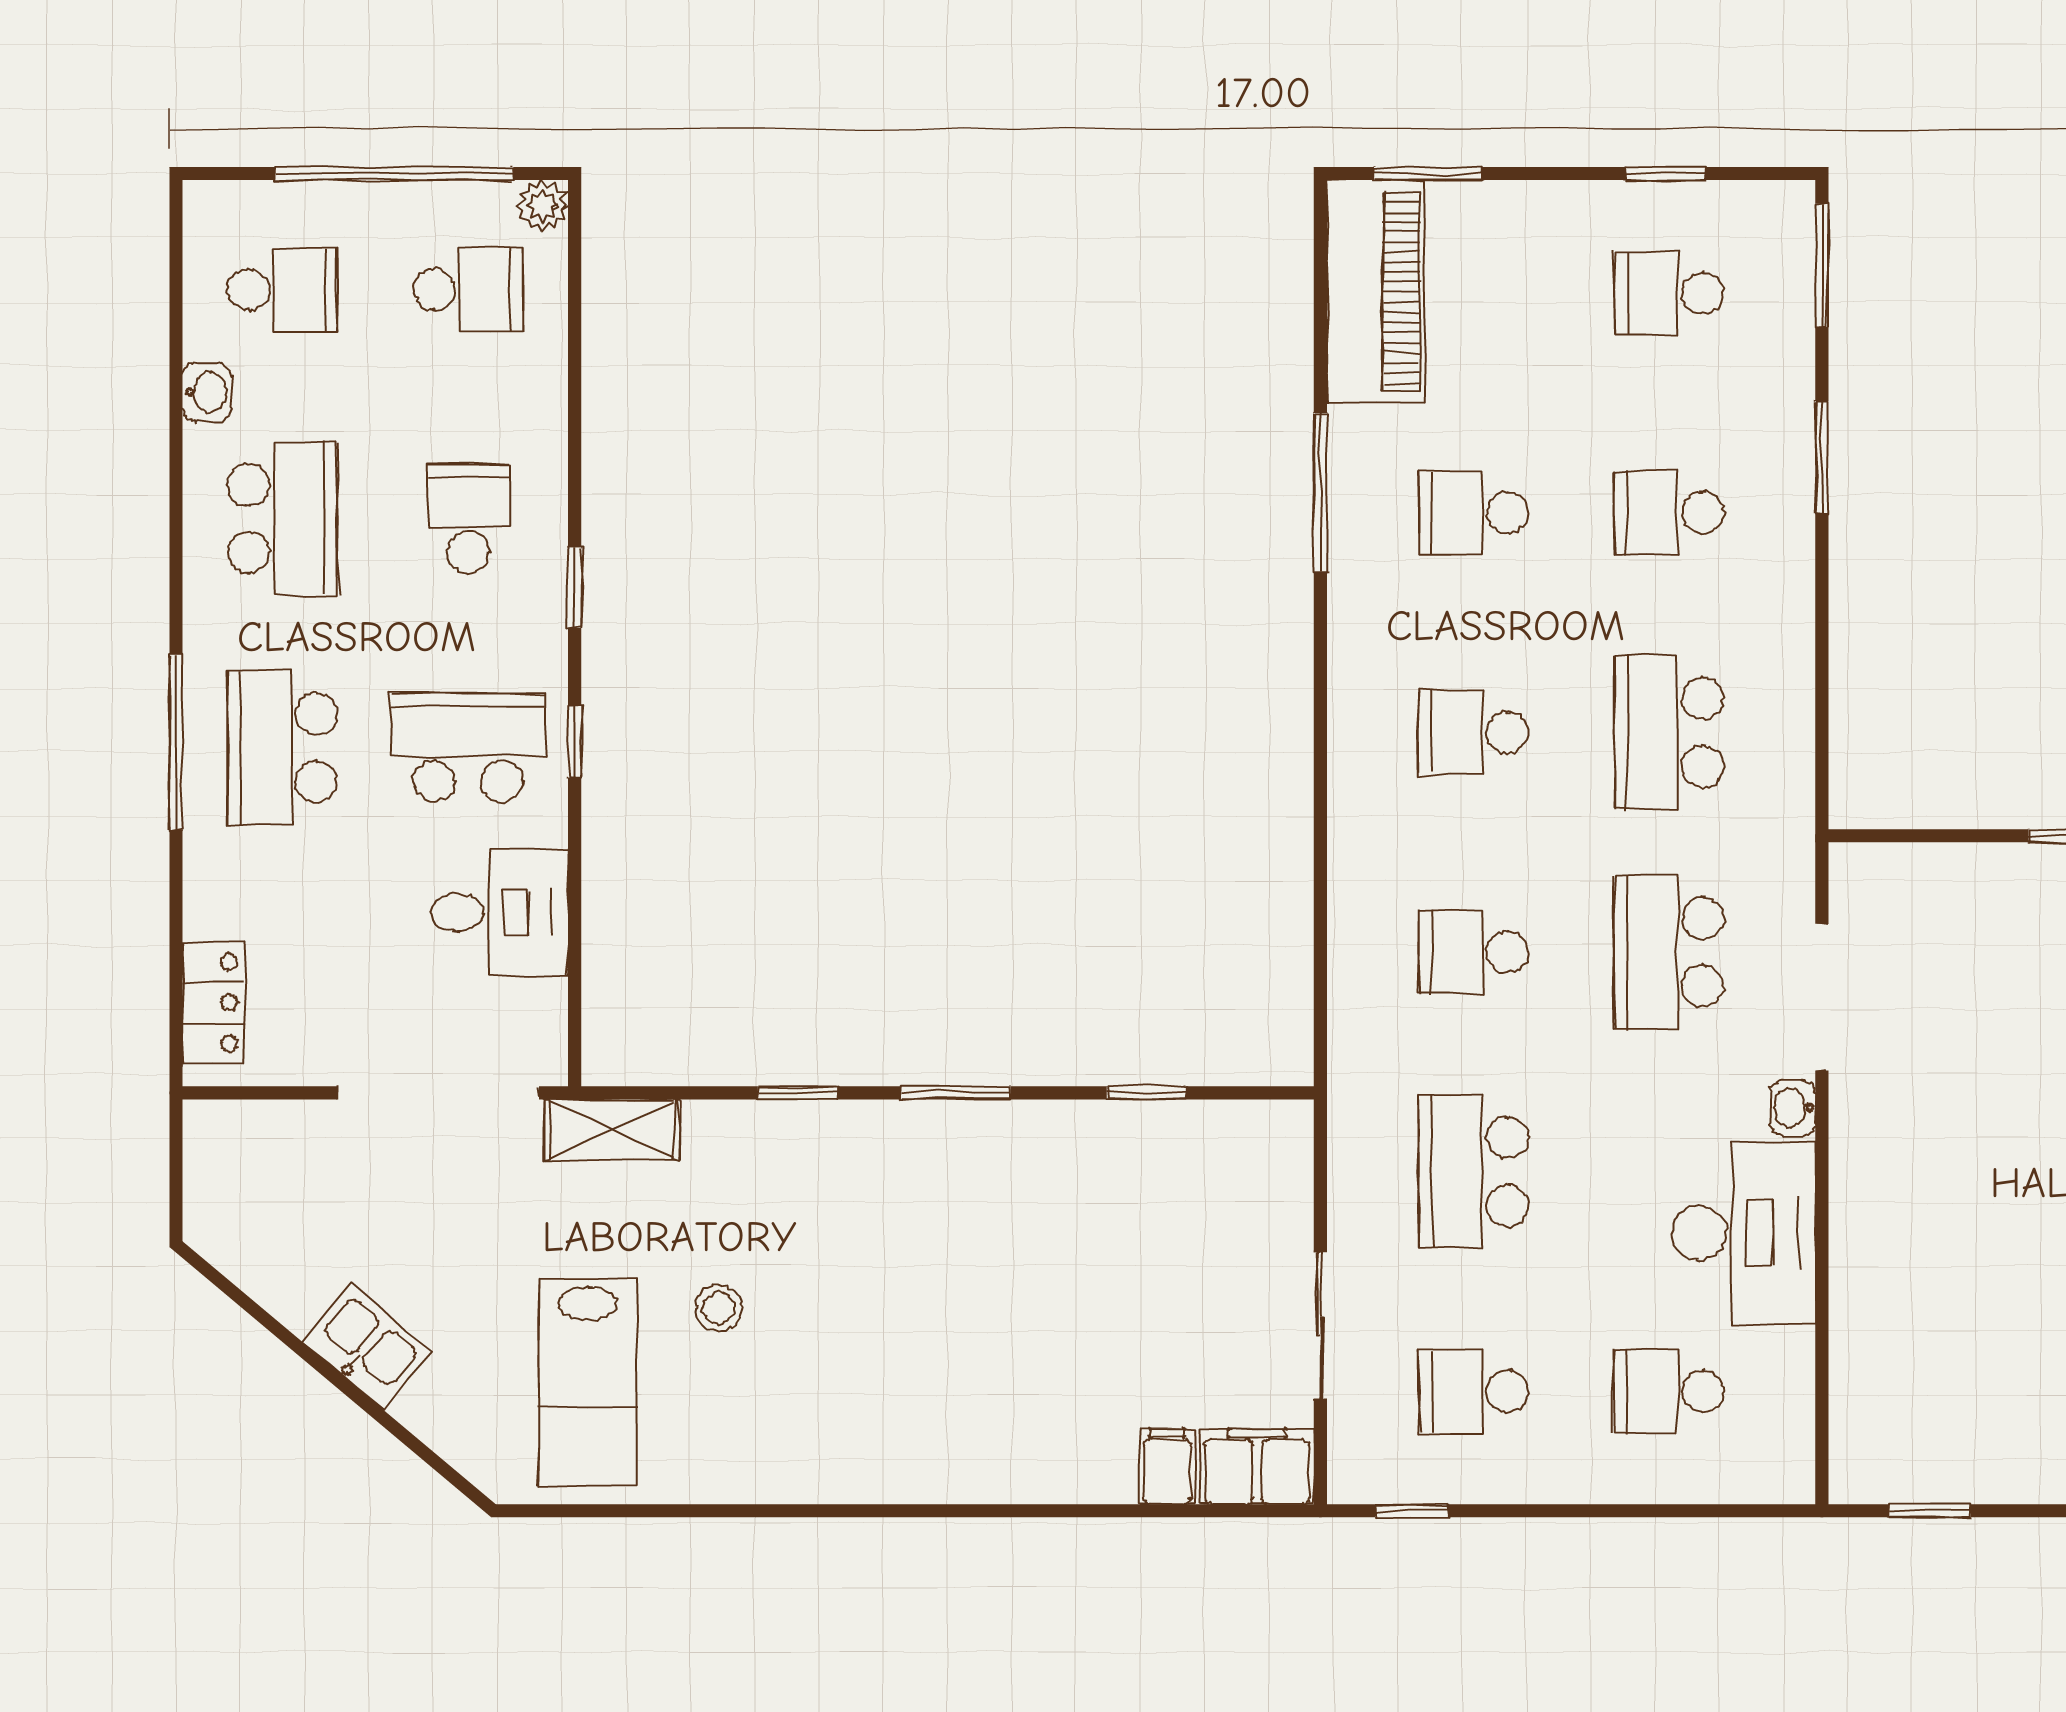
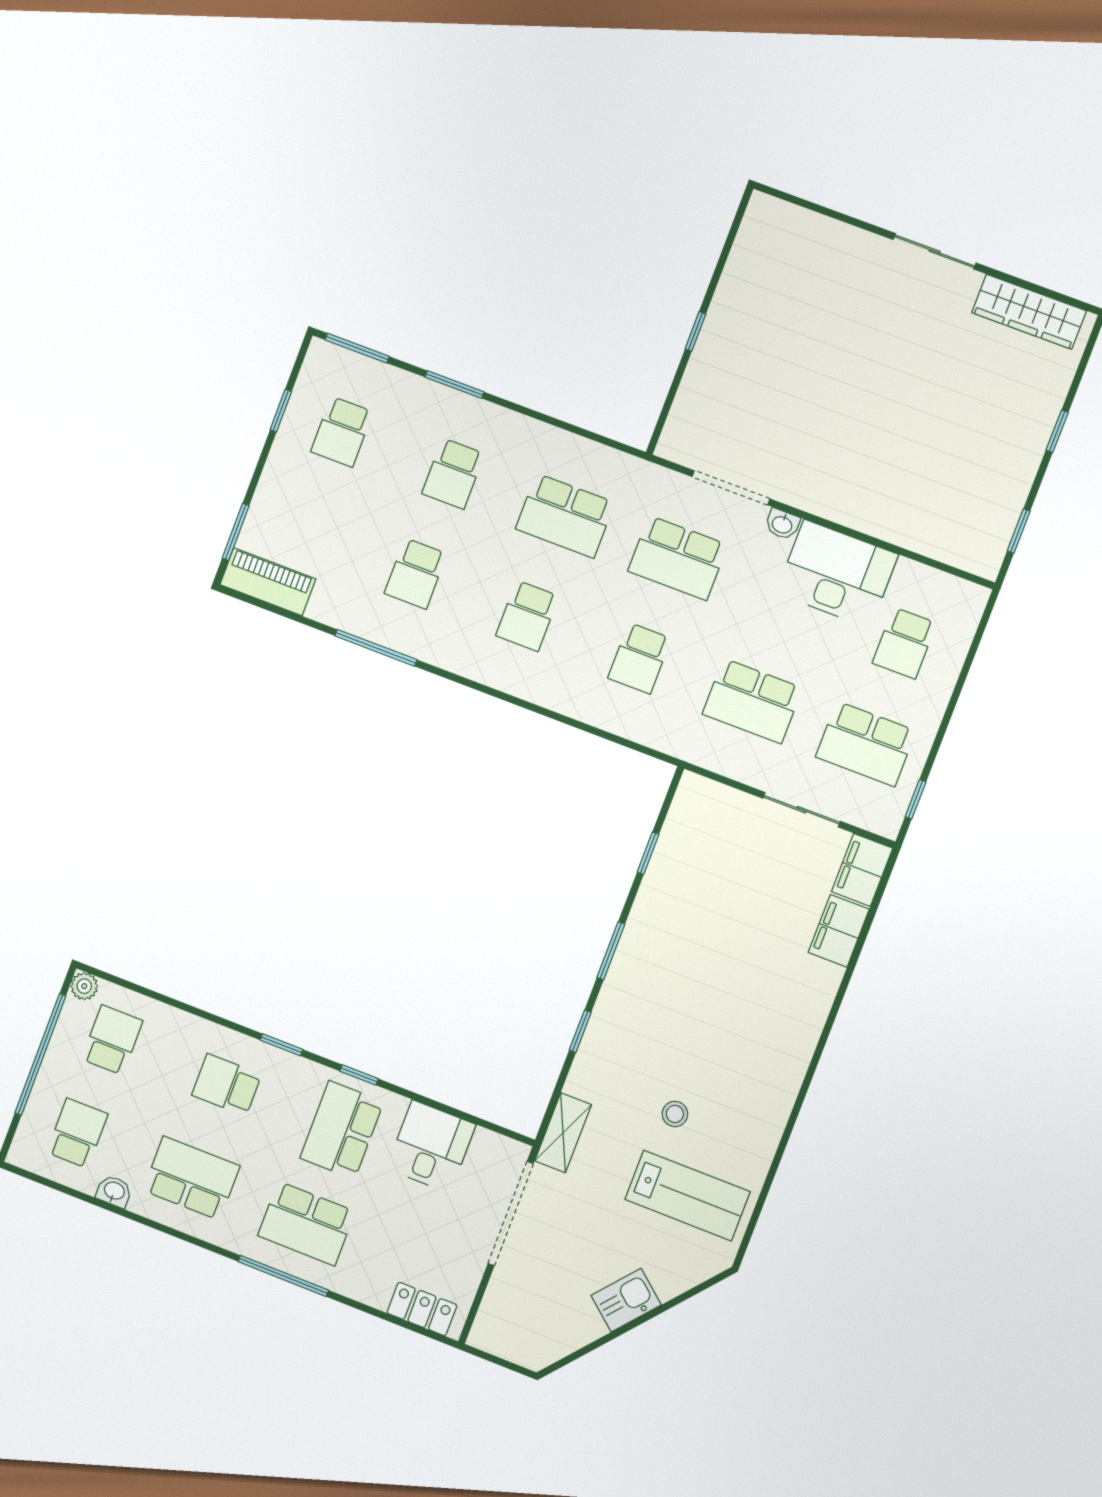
piano: (1375, 292) -> (268, 582), width x0.73, depth x0.75
school desk: (1473, 1391) -> (866, 744), width x1.85
filing cabinet: (1167, 1467) -> (839, 931), width x2.00

